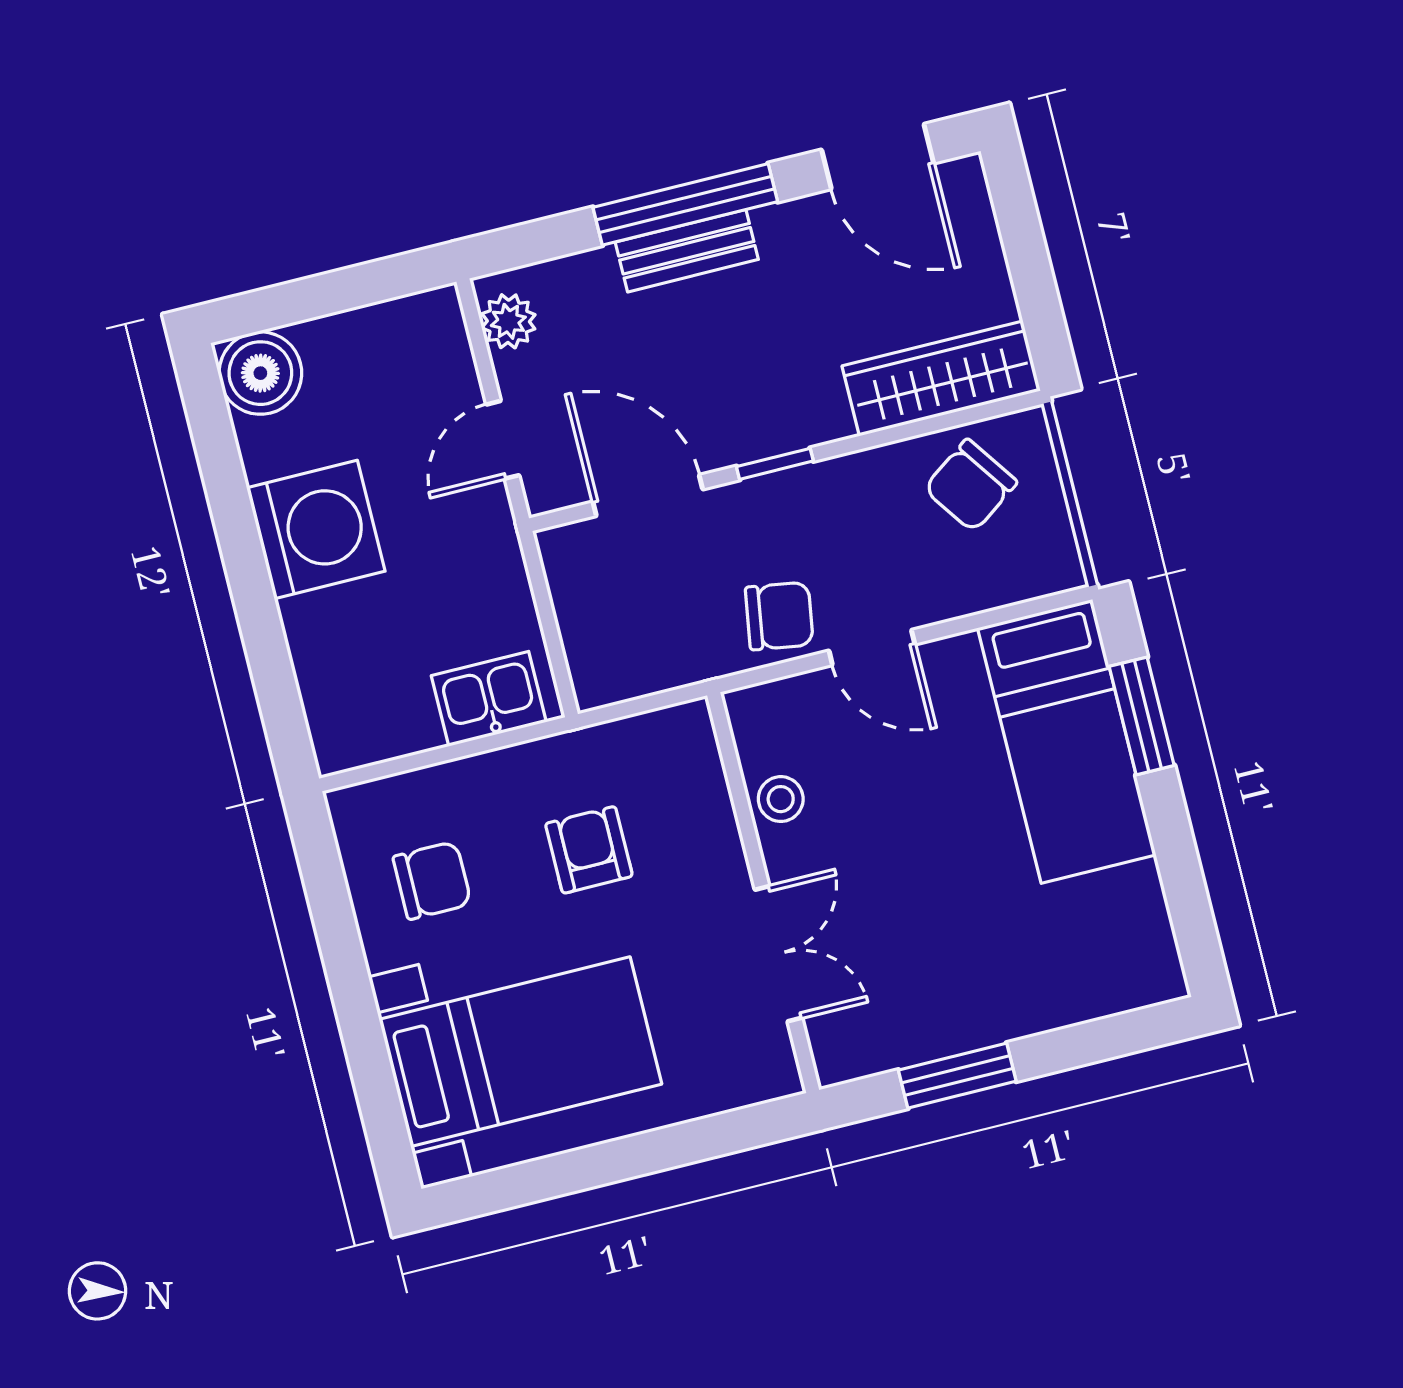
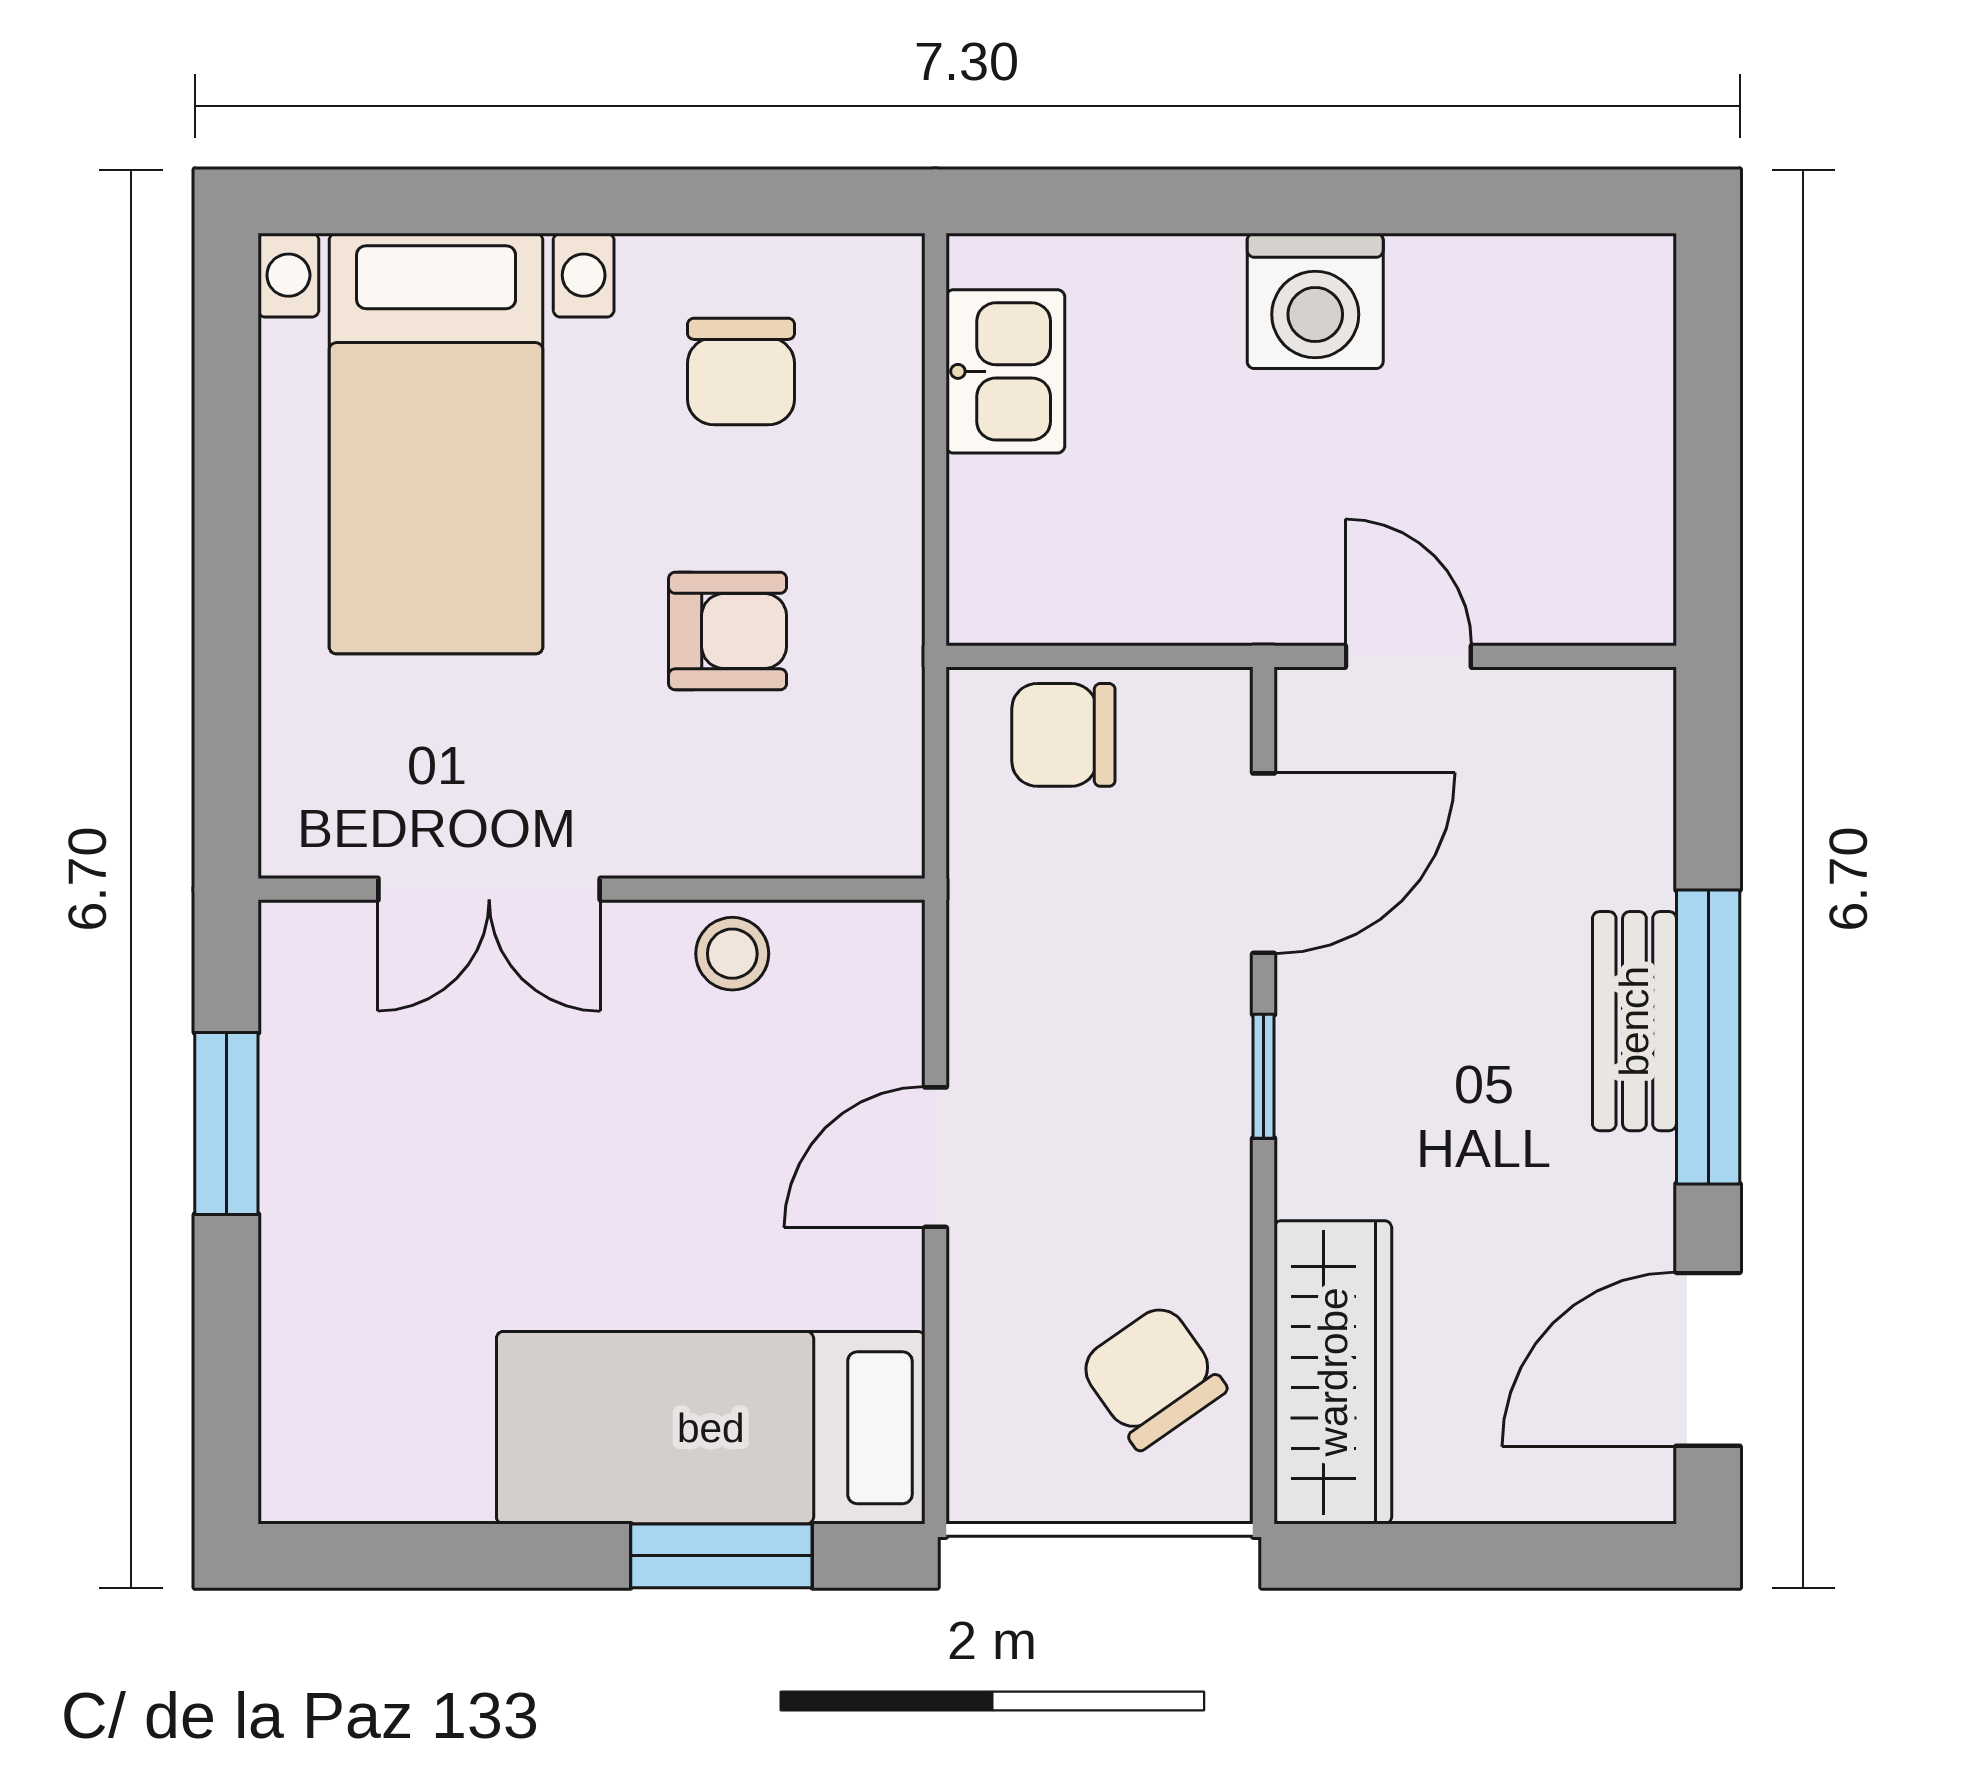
plant: (508, 321) -> (1593, 712), removed
boiler: (260, 373) -> (1609, 300), removed
washing machine: (316, 530) -> (1315, 301), width x0.73, depth x0.73
chair: (779, 616) -> (1063, 735), moved, turned 81
kitchen sink: (489, 699) -> (1005, 371), moved

